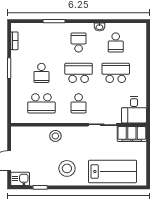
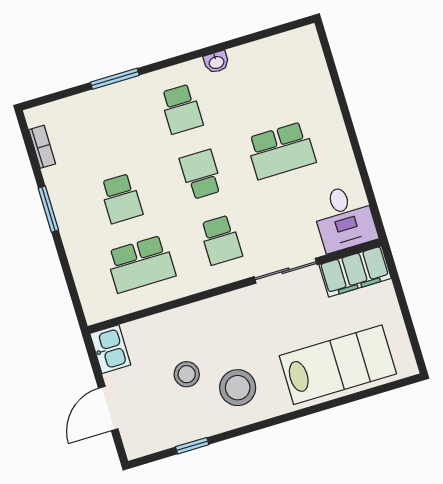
school desk: (79, 42) -> (181, 109), turned 180
school desk: (116, 42) -> (261, 85), removed
school desk: (79, 73) -> (201, 174), width x0.54
school desk: (116, 73) -> (281, 150), turned 180
stool: (55, 136) -> (187, 374), moved
kitchen sink: (20, 179) -> (110, 349), moved, turned 90

